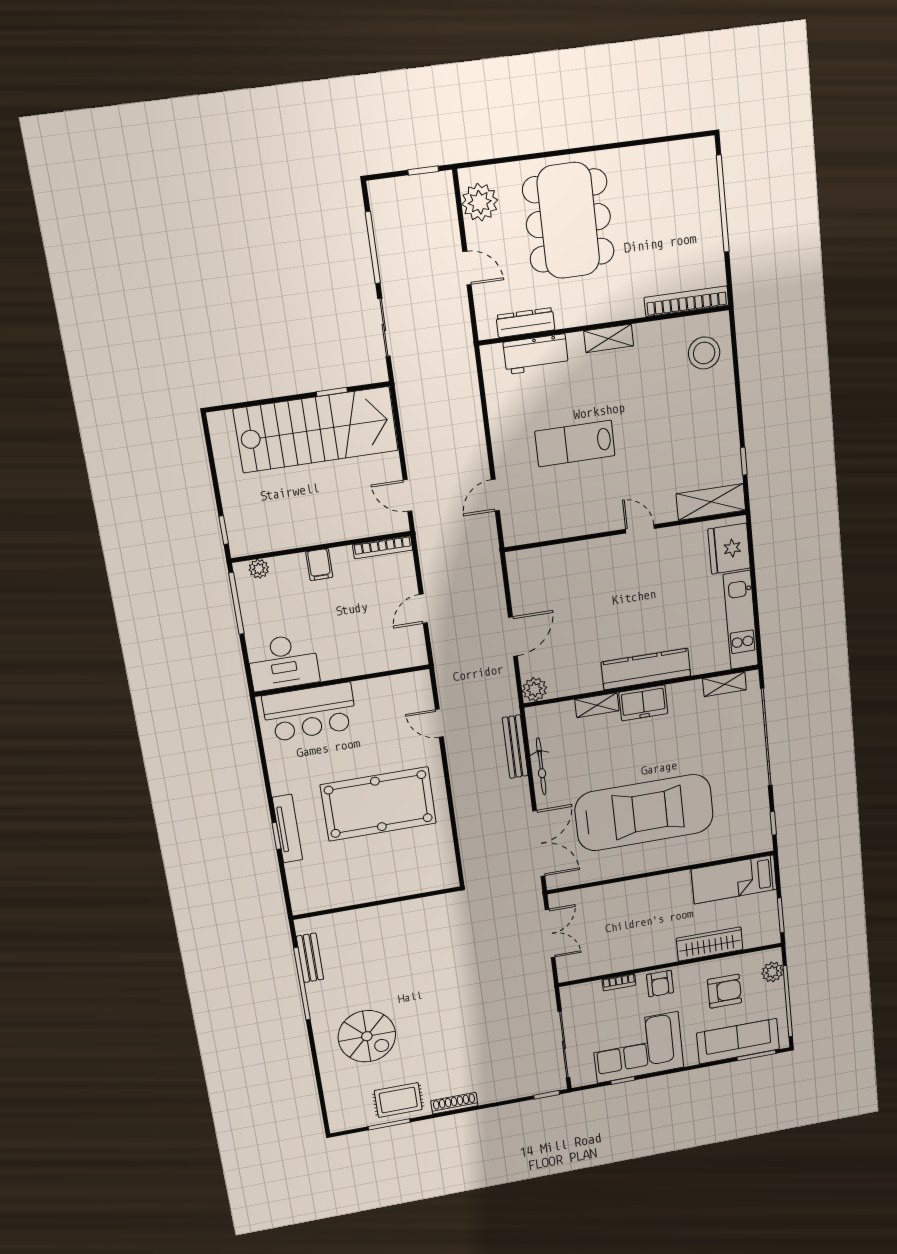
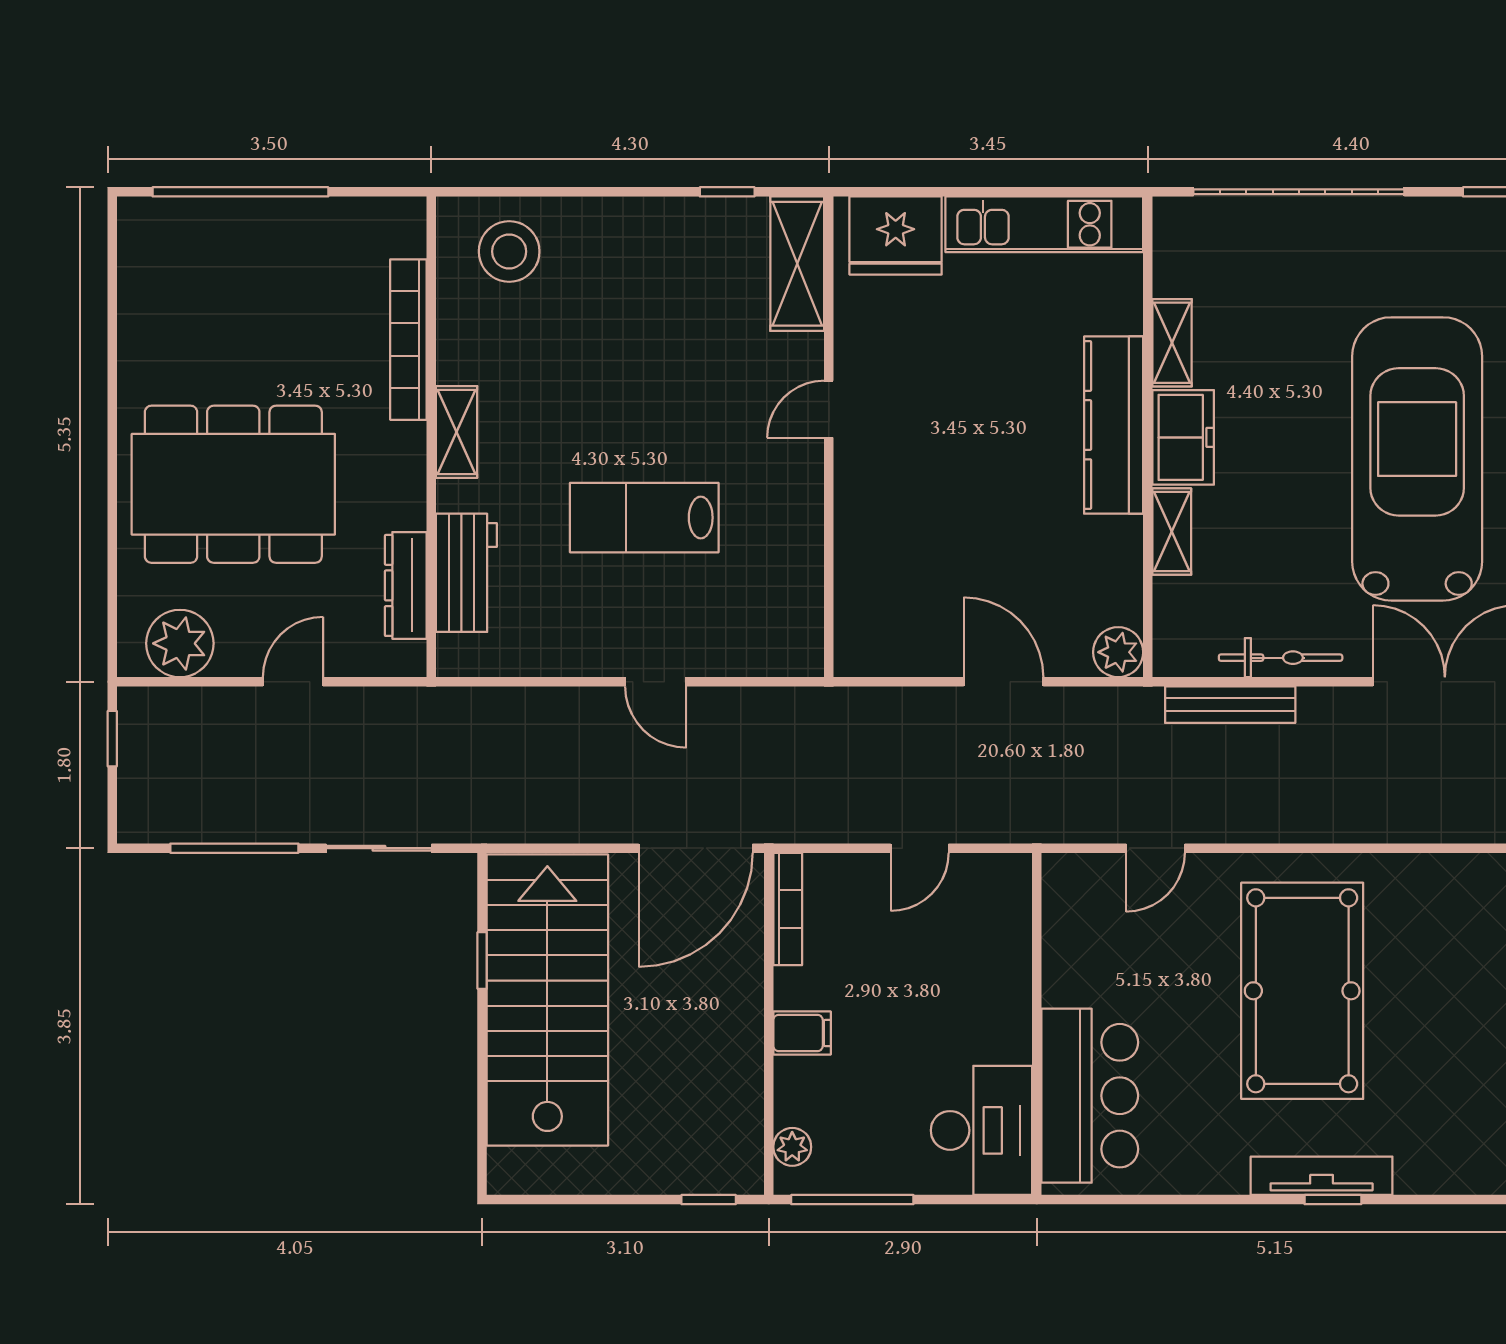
bookcase: (686, 301) -> (408, 340), moved
lab bench: (575, 443) -> (644, 518), turned 90
door: (495, 495) -> (656, 682), moved
door: (407, 496) -> (696, 848), width x1.87
door: (423, 609) -> (920, 848), hinge flipped
shelving: (724, 684) -> (1172, 343), moved

